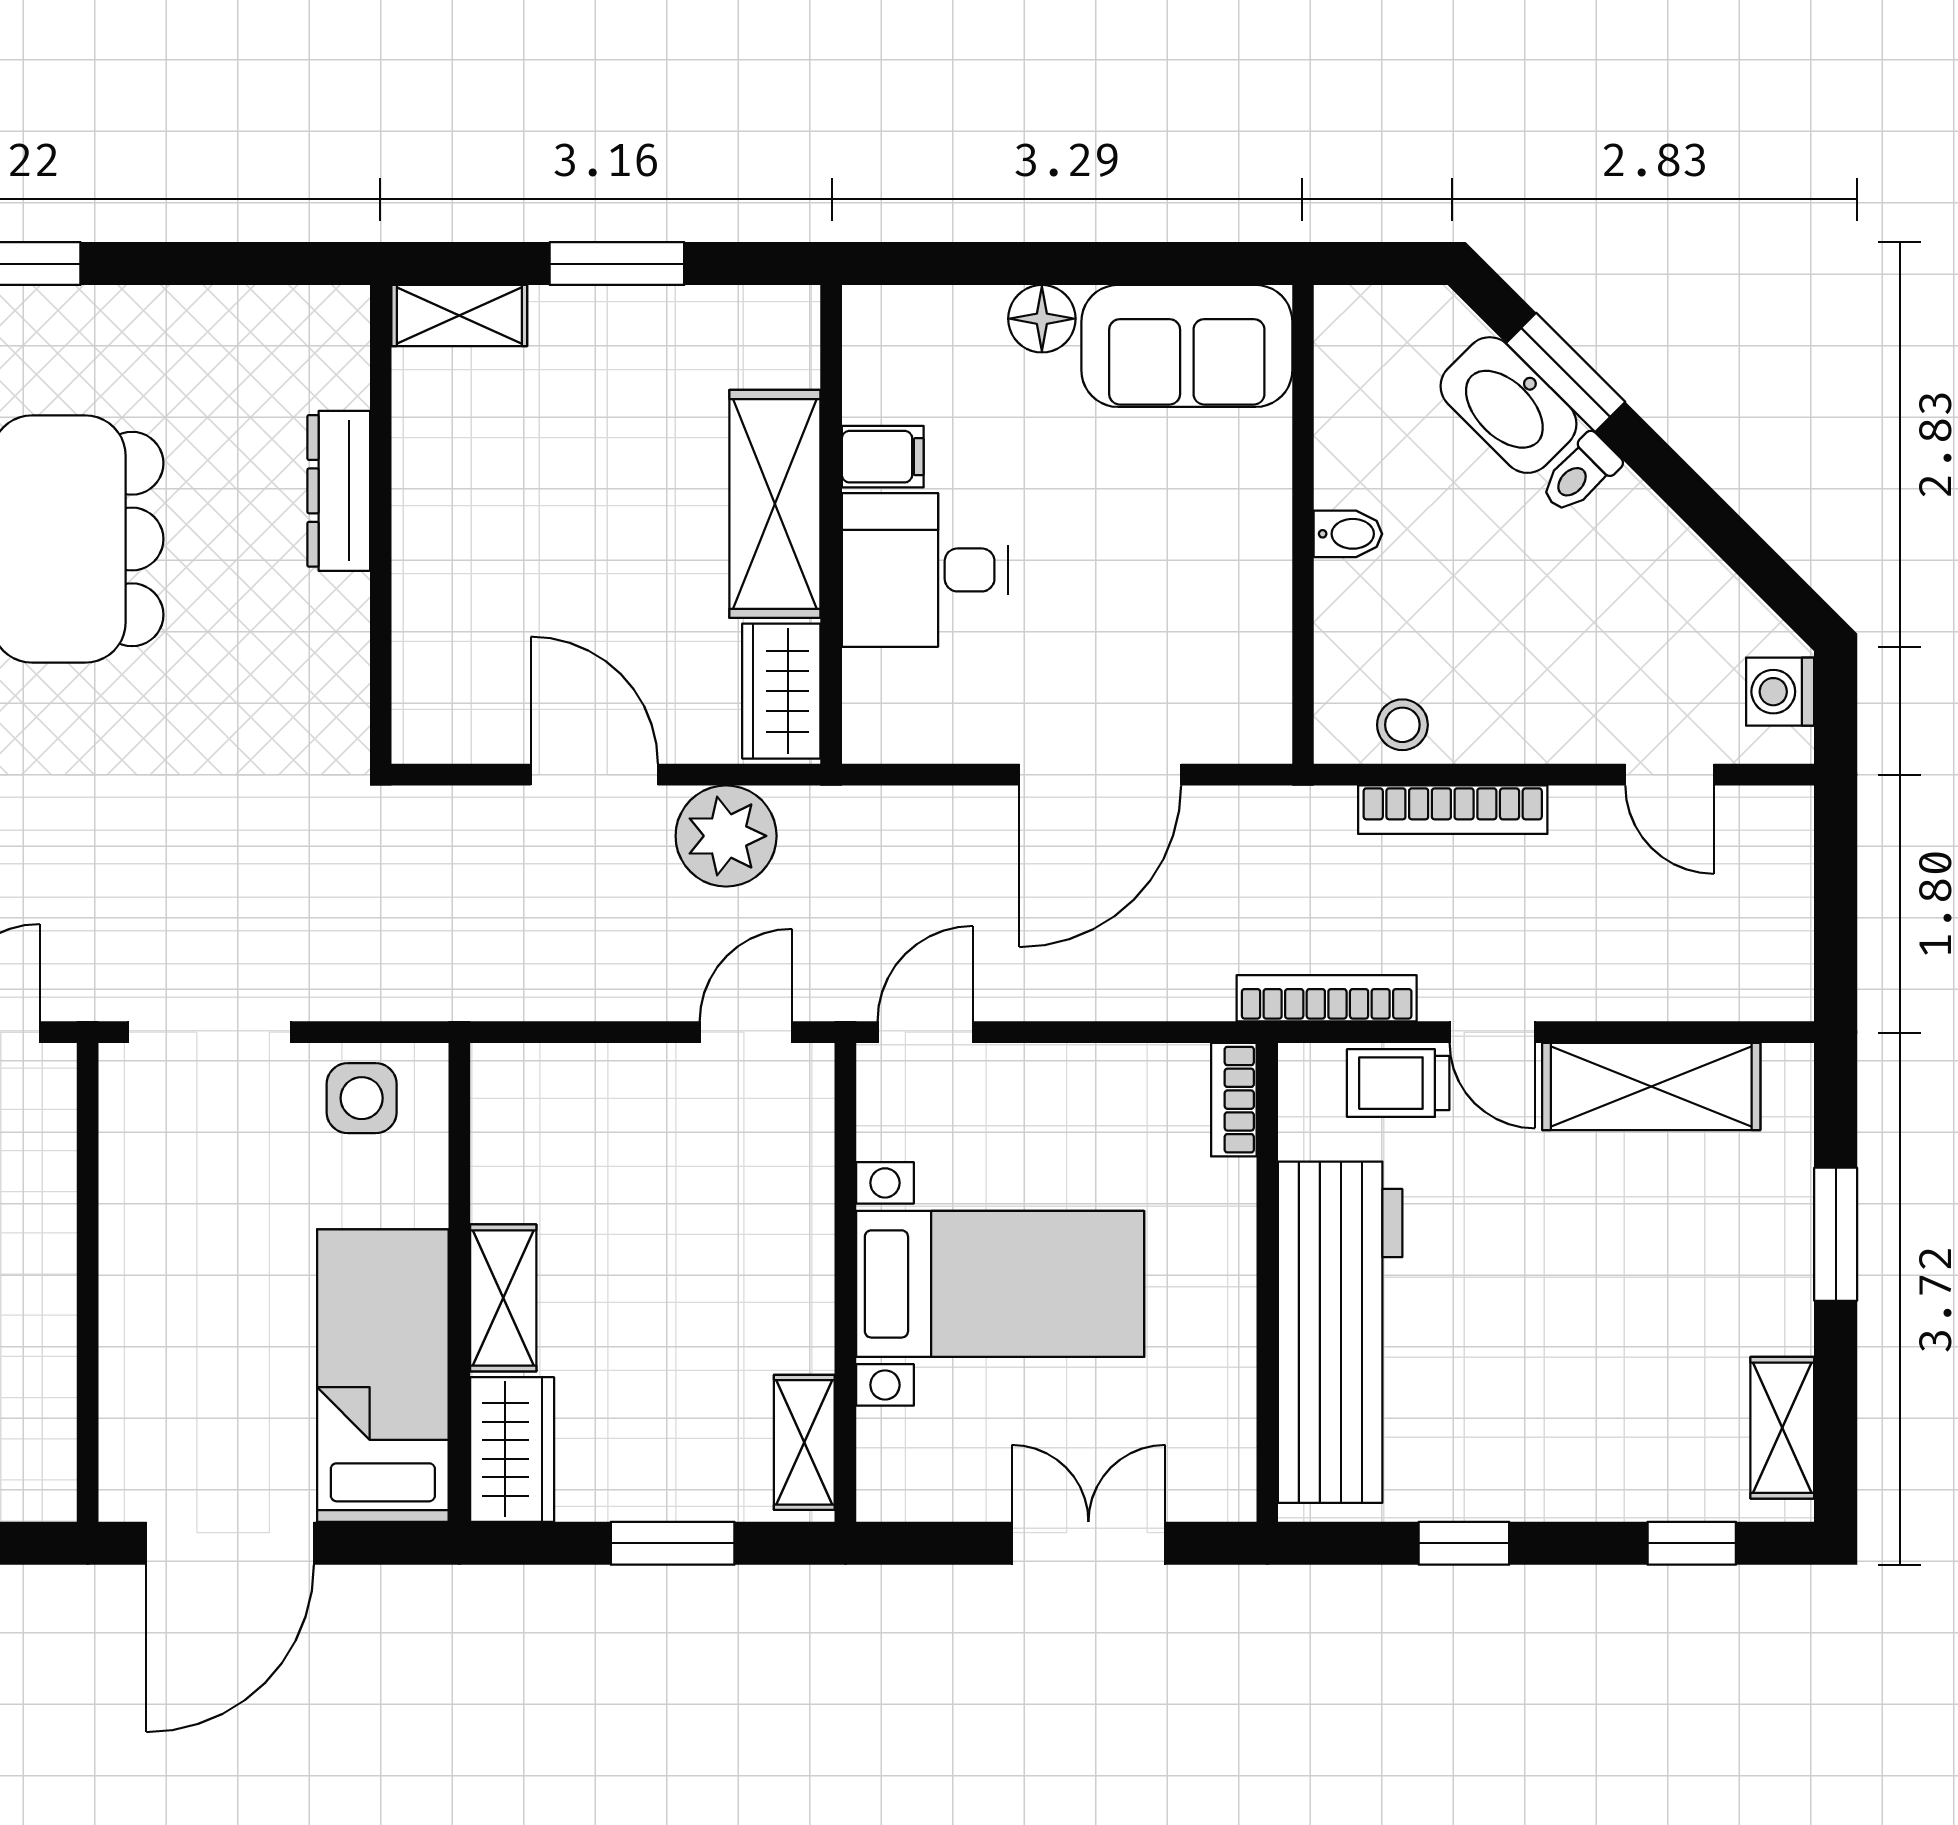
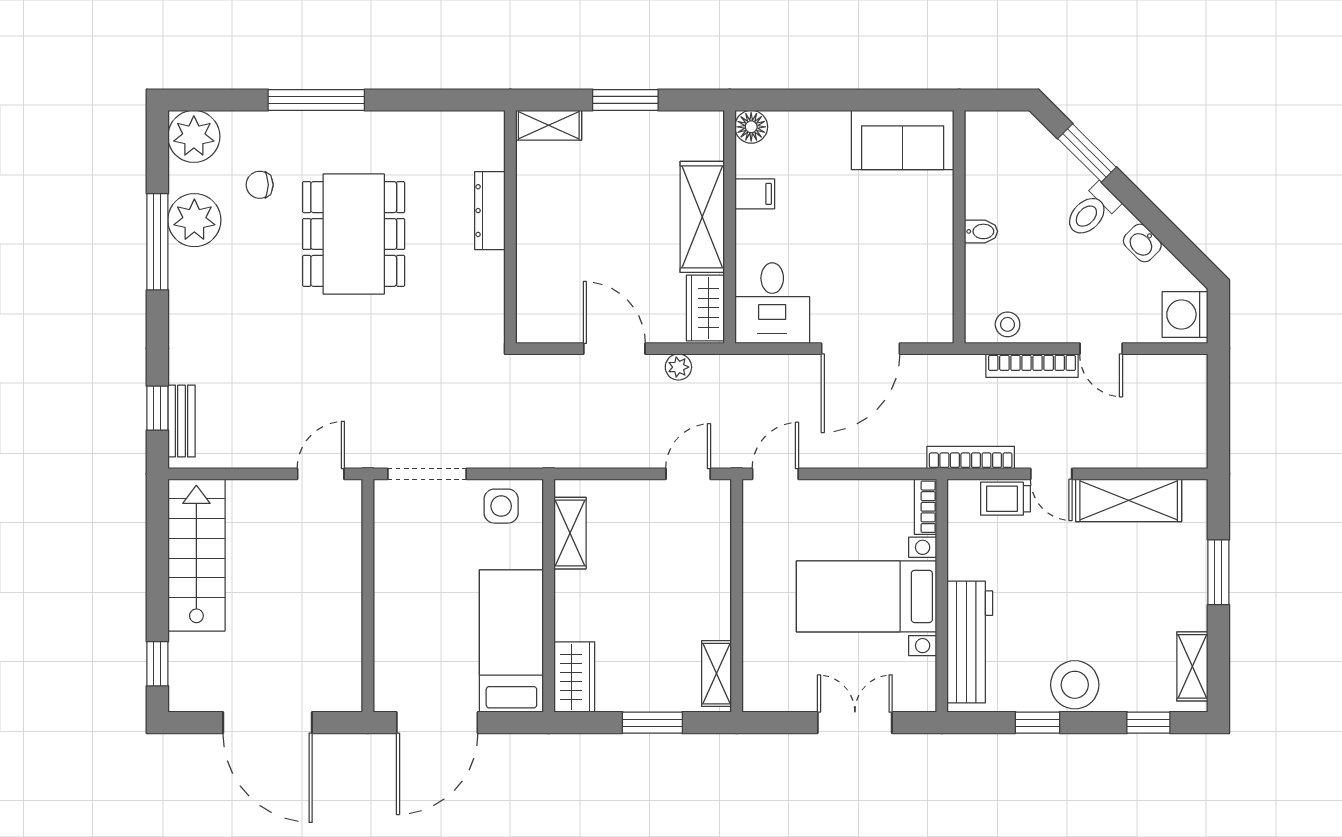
floor lamp: (1042, 319) -> (751, 127), moved
washbasin: (1509, 405) -> (1142, 243), moved, width x0.52, depth x0.69
toilet: (1580, 474) -> (1092, 211), width x1.37, depth x1.39
desk: (925, 570) -> (772, 303), moved, turned -90
washing machine: (1780, 692) -> (1185, 315), width x1.38, depth x1.38
door: (1670, 775) -> (1101, 349), moved
plant: (726, 836) -> (678, 367), width x0.53, depth x0.53
bed with nightstands: (1000, 1284) -> (866, 596), moved, turned 180
shelving: (503, 1298) -> (570, 533), moved
workbench: (1340, 1332) -> (970, 642), width x0.73, depth x0.76
stool: (1541, 1465) -> (1075, 685), added

